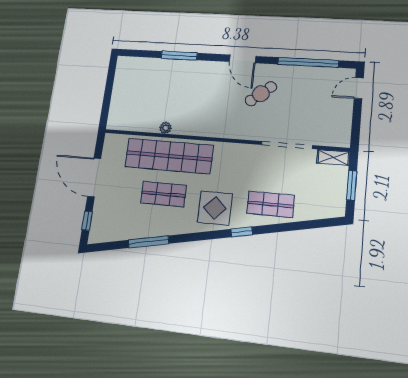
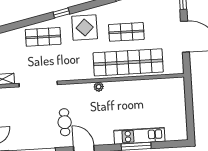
kitchen unit: (173, 67) -> (139, 136), added
cafe table: (261, 94) -> (65, 122), turned -50
plant: (166, 128) -> (99, 87), moved

